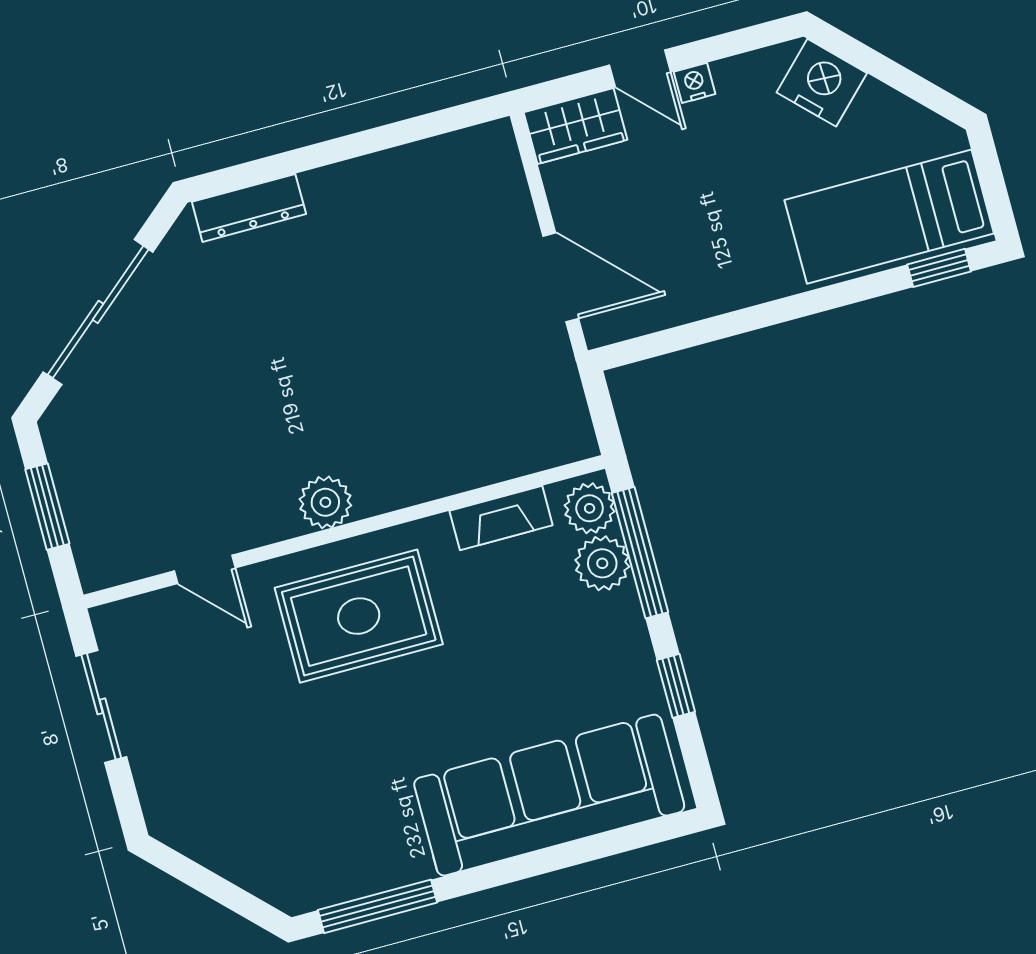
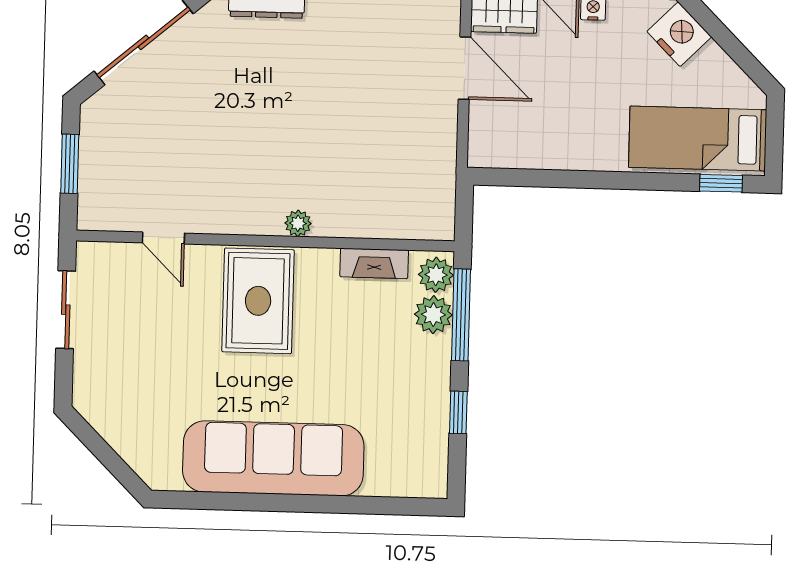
door: (561, 277) -> (465, 68), moved
plant: (325, 502) -> (298, 223), moved, width x0.73, depth x0.73
rug: (359, 616) -> (258, 301), turned 90
sofa: (549, 795) -> (273, 458), moved
window: (378, 906) -> (212, 501), removed

